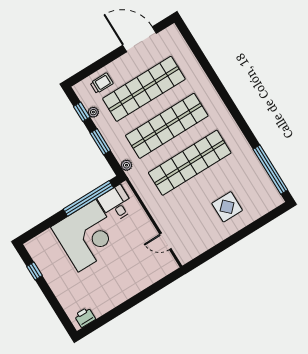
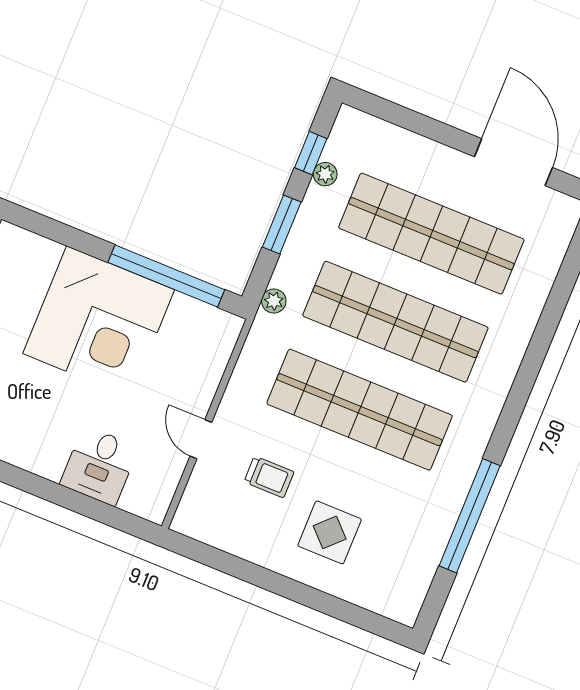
trolley: (102, 83) -> (269, 477), moved
window: (270, 170) -> (470, 516), moved
desk: (116, 204) -> (99, 466), moved, turned 180
door: (165, 241) -> (201, 439), moved

